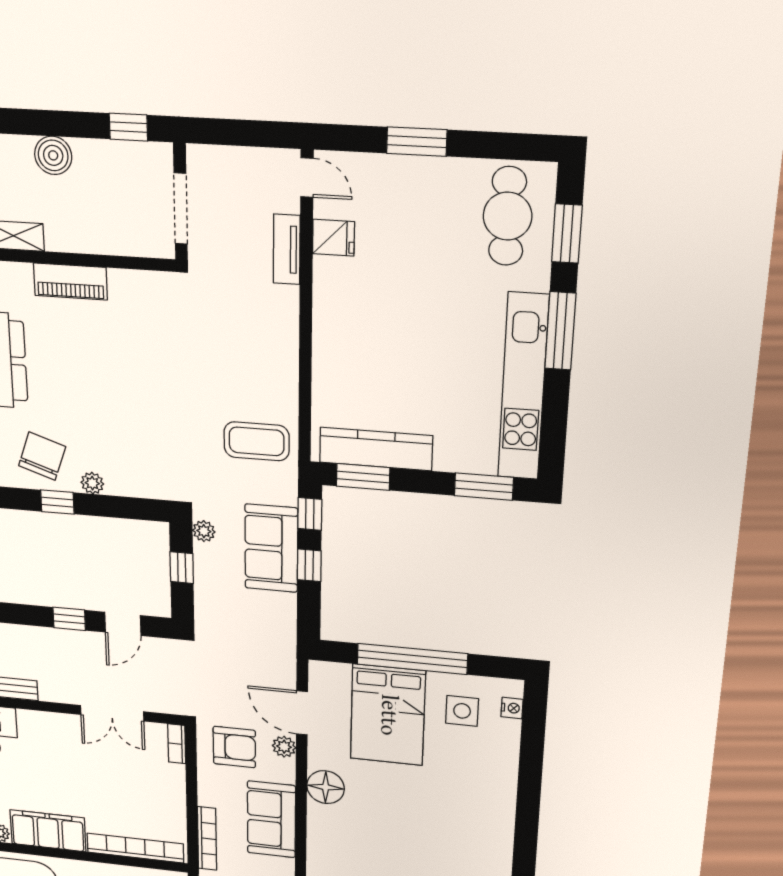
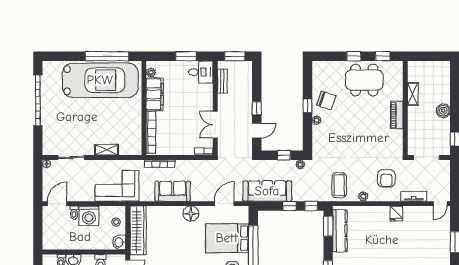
fridge: (333, 238) -> (396, 213), moved
sofa: (271, 548) -> (267, 191), moved, width x1.36
door: (123, 624) -> (257, 131), swing flipped
armchair: (234, 747) -> (386, 178), moved
plant: (284, 747) -> (363, 196), moved

